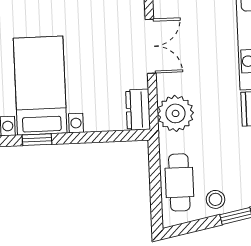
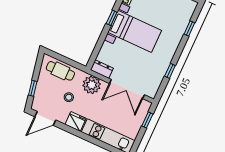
double door: (151, 46) -> (127, 89), width x1.37
stool: (215, 199) -> (69, 97), moved

